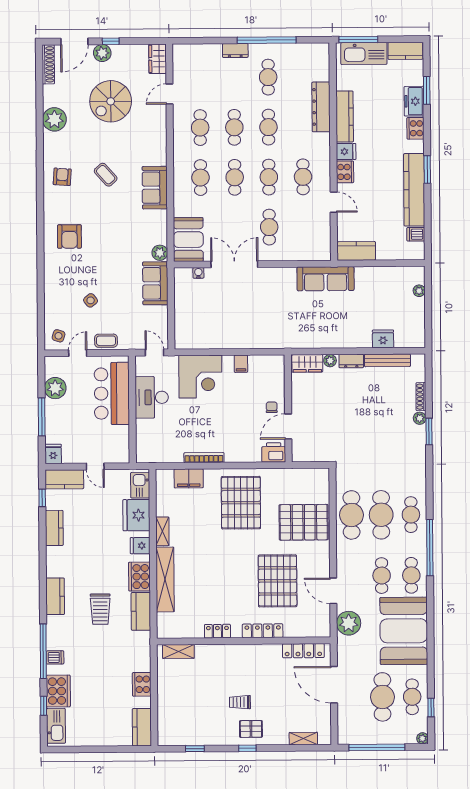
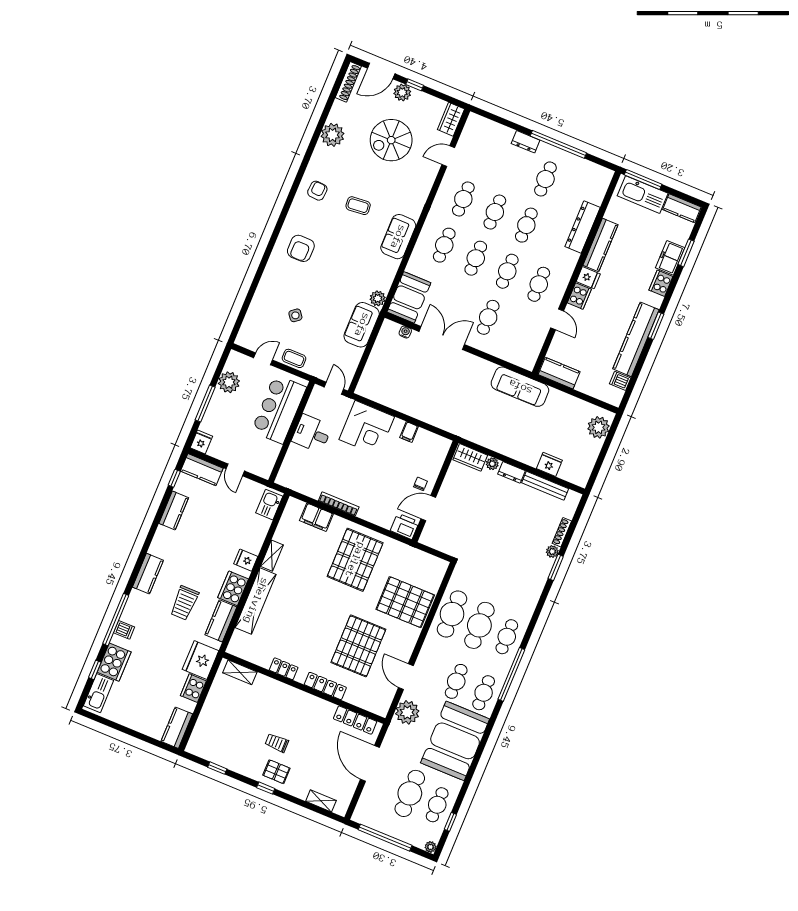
coffee table: (106, 175) -> (358, 206), turned -53
plant: (419, 291) -> (599, 427), width x1.88, depth x1.88
side table: (59, 336) -> (252, 336), removed
desk: (152, 397) -> (312, 433), width x0.73
fridge: (136, 515) -> (201, 660), moved

